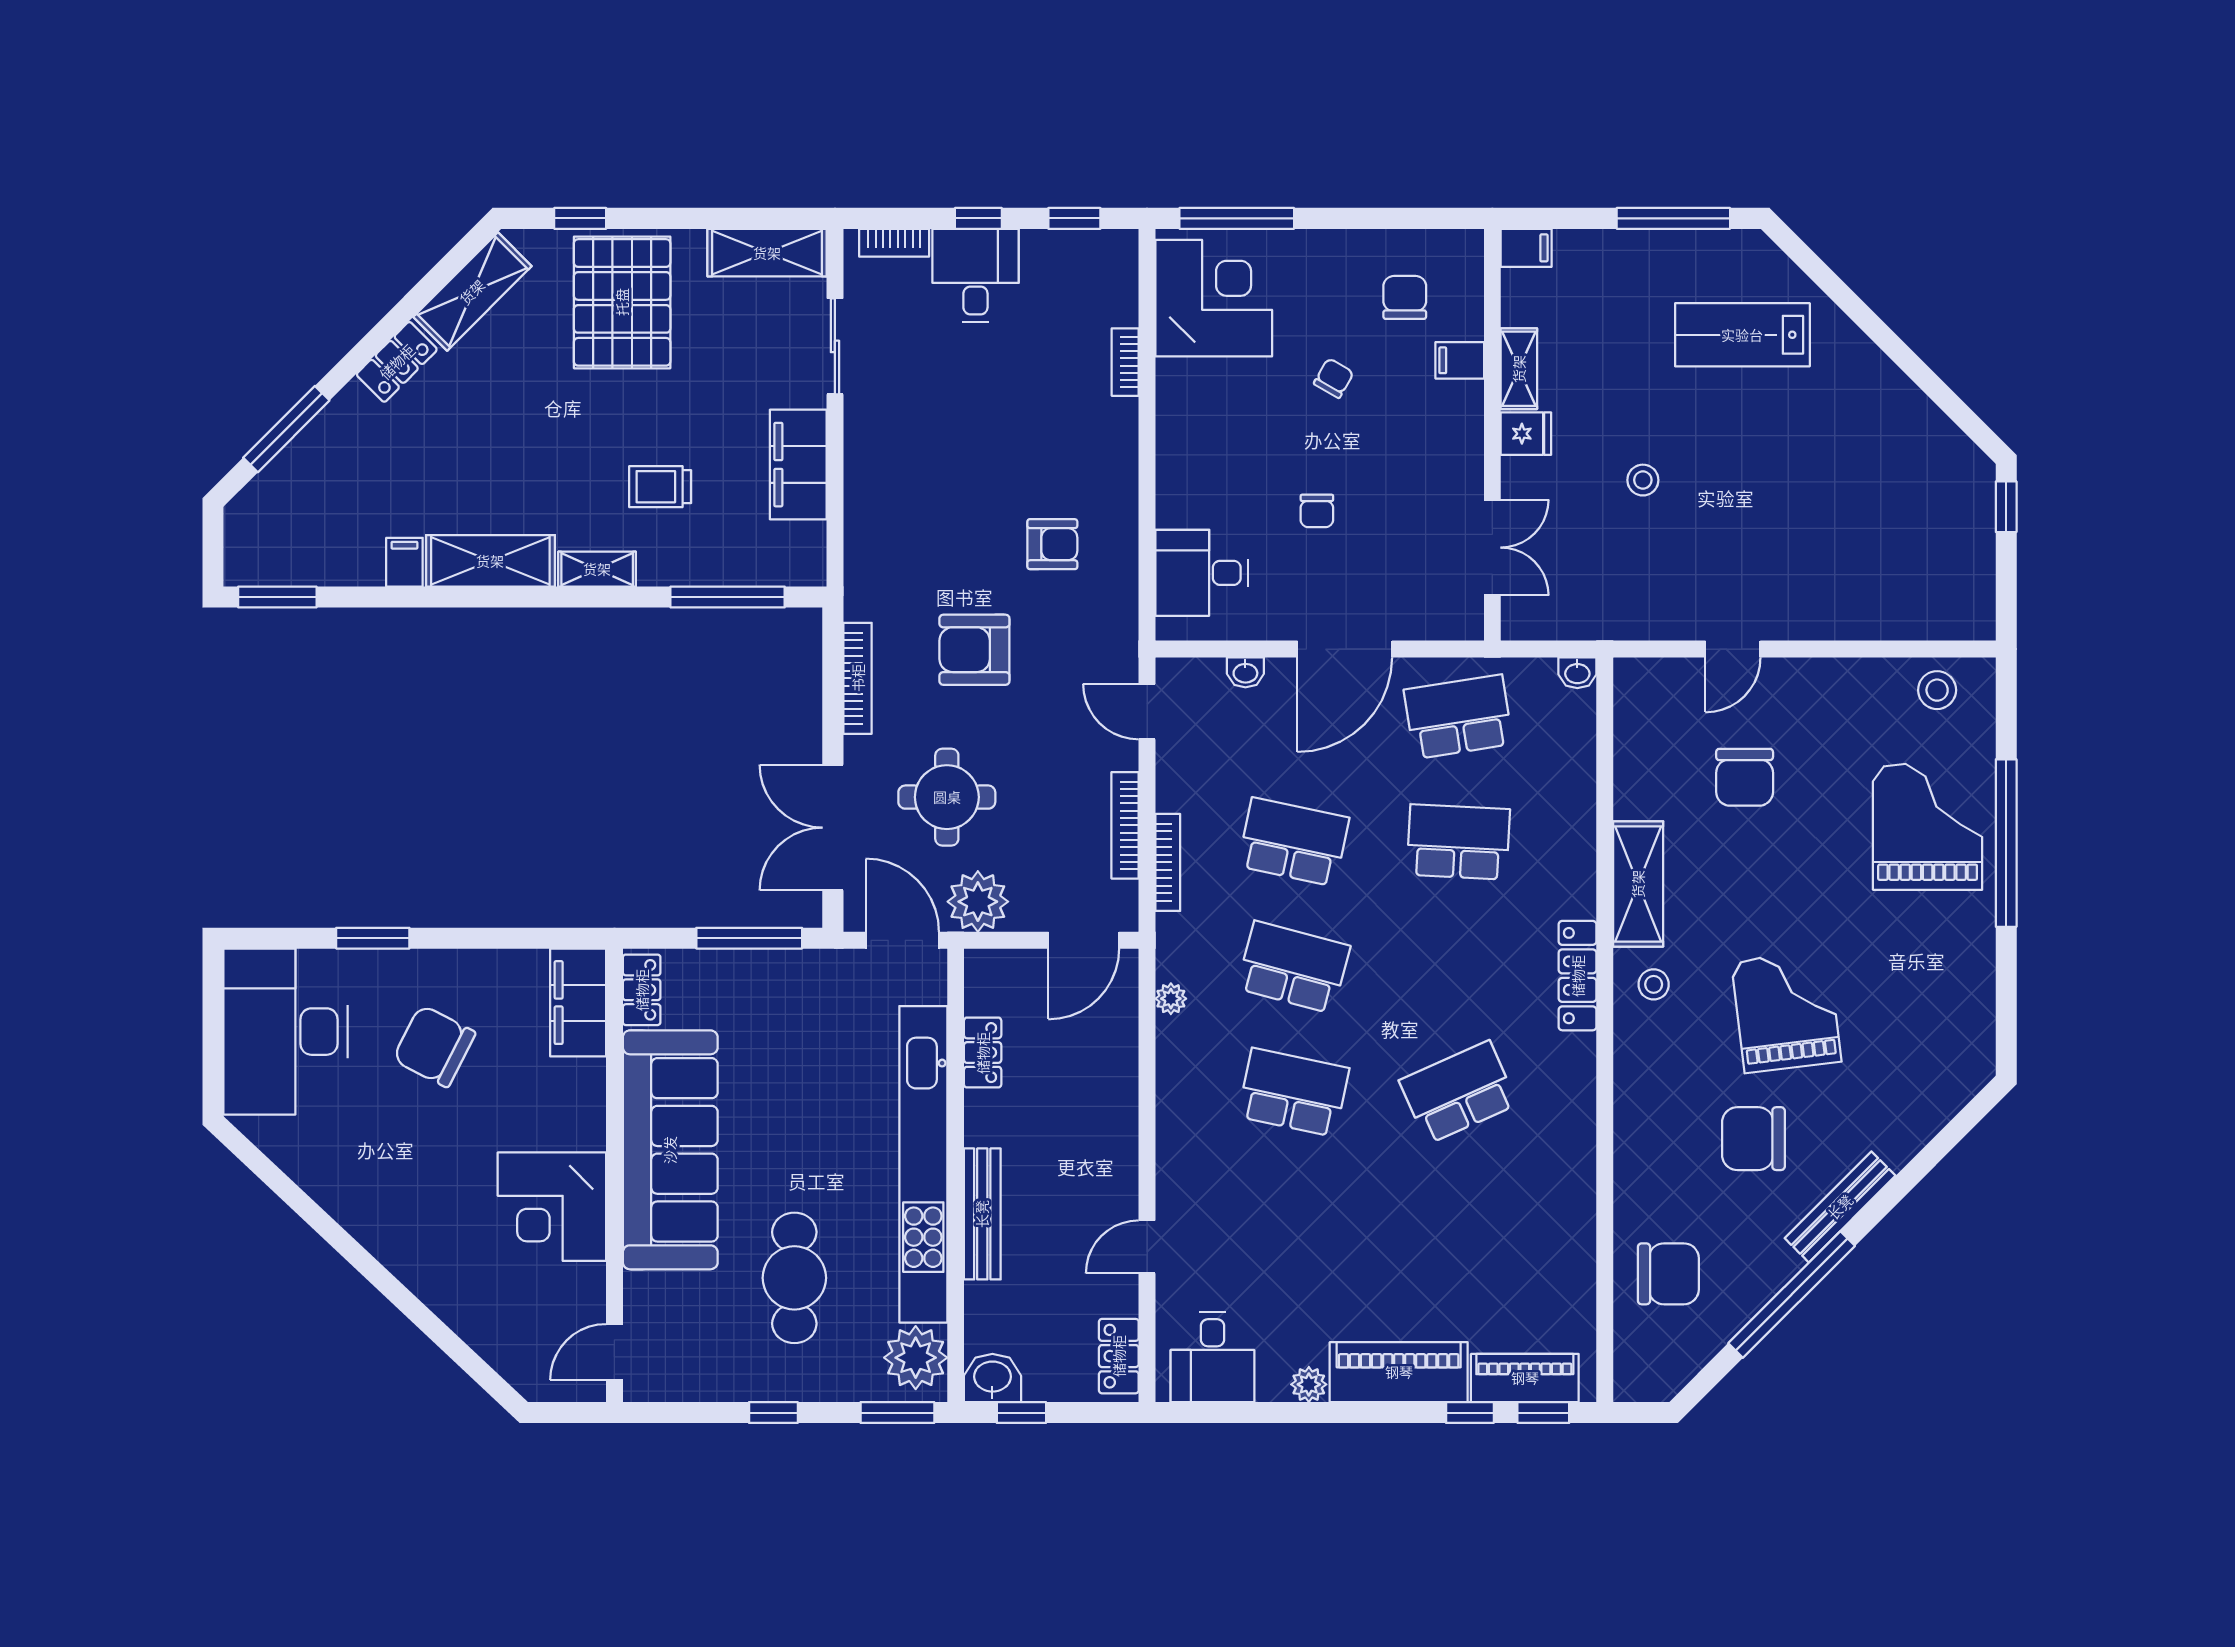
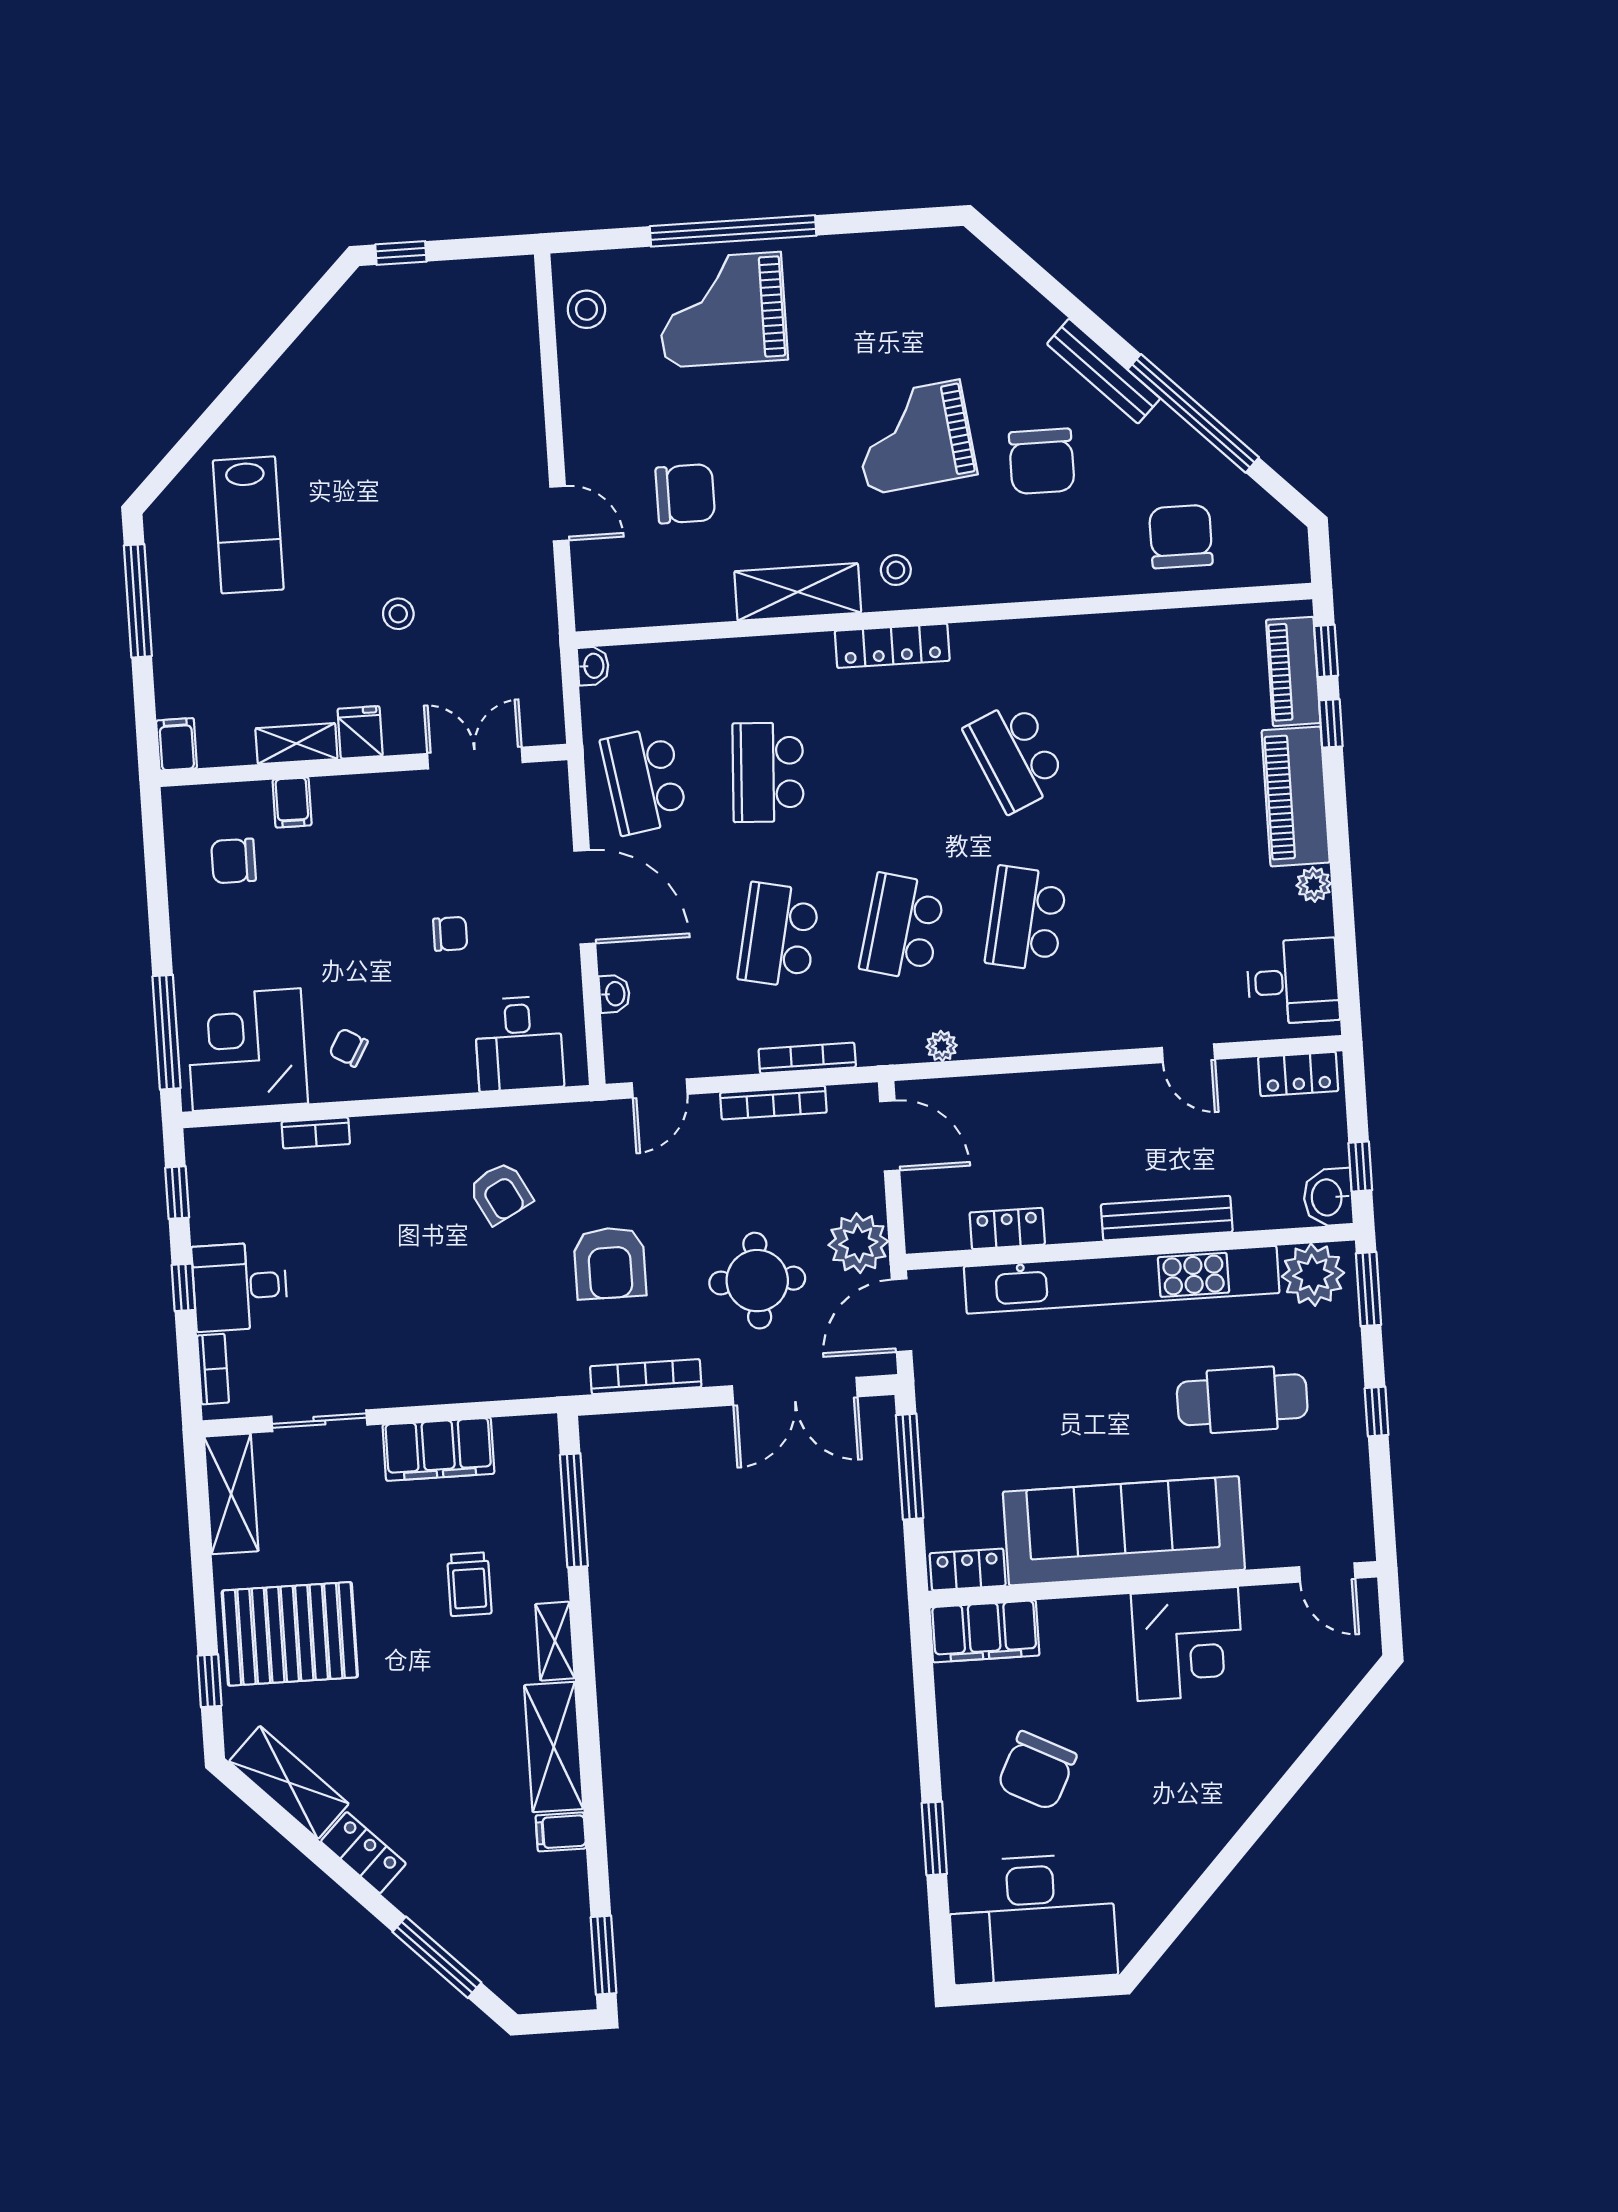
chair: (1334, 378) -> (348, 1048), moved
armchair: (1052, 544) -> (500, 1193), turned 152

